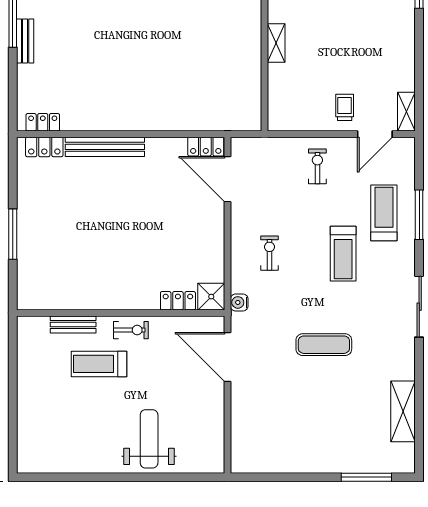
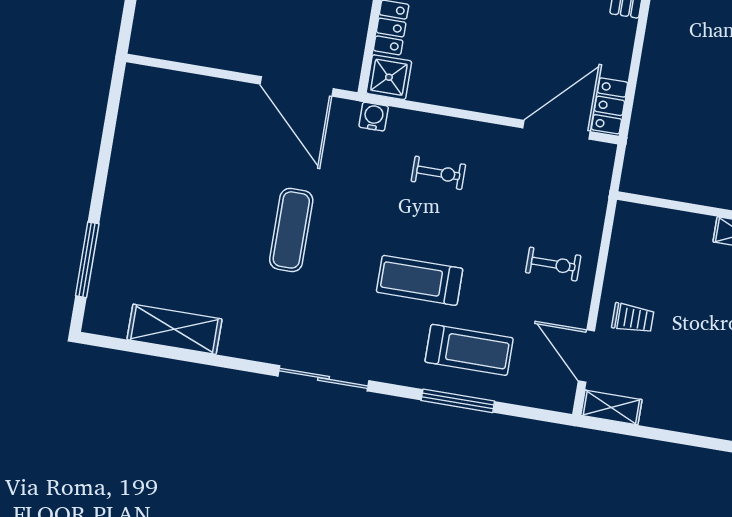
door: (228, 357) -> (297, 86), swing flipped

